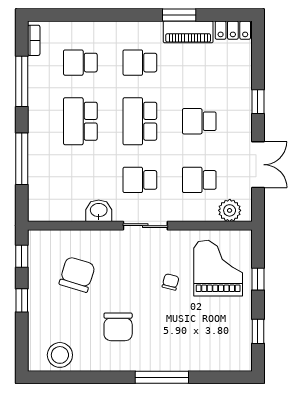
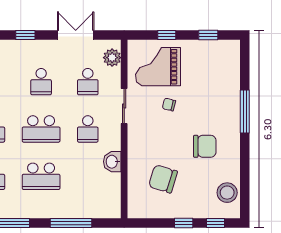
sliding door: (145, 226) -> (124, 106), moved
window: (22, 256) -> (215, 223), moved

